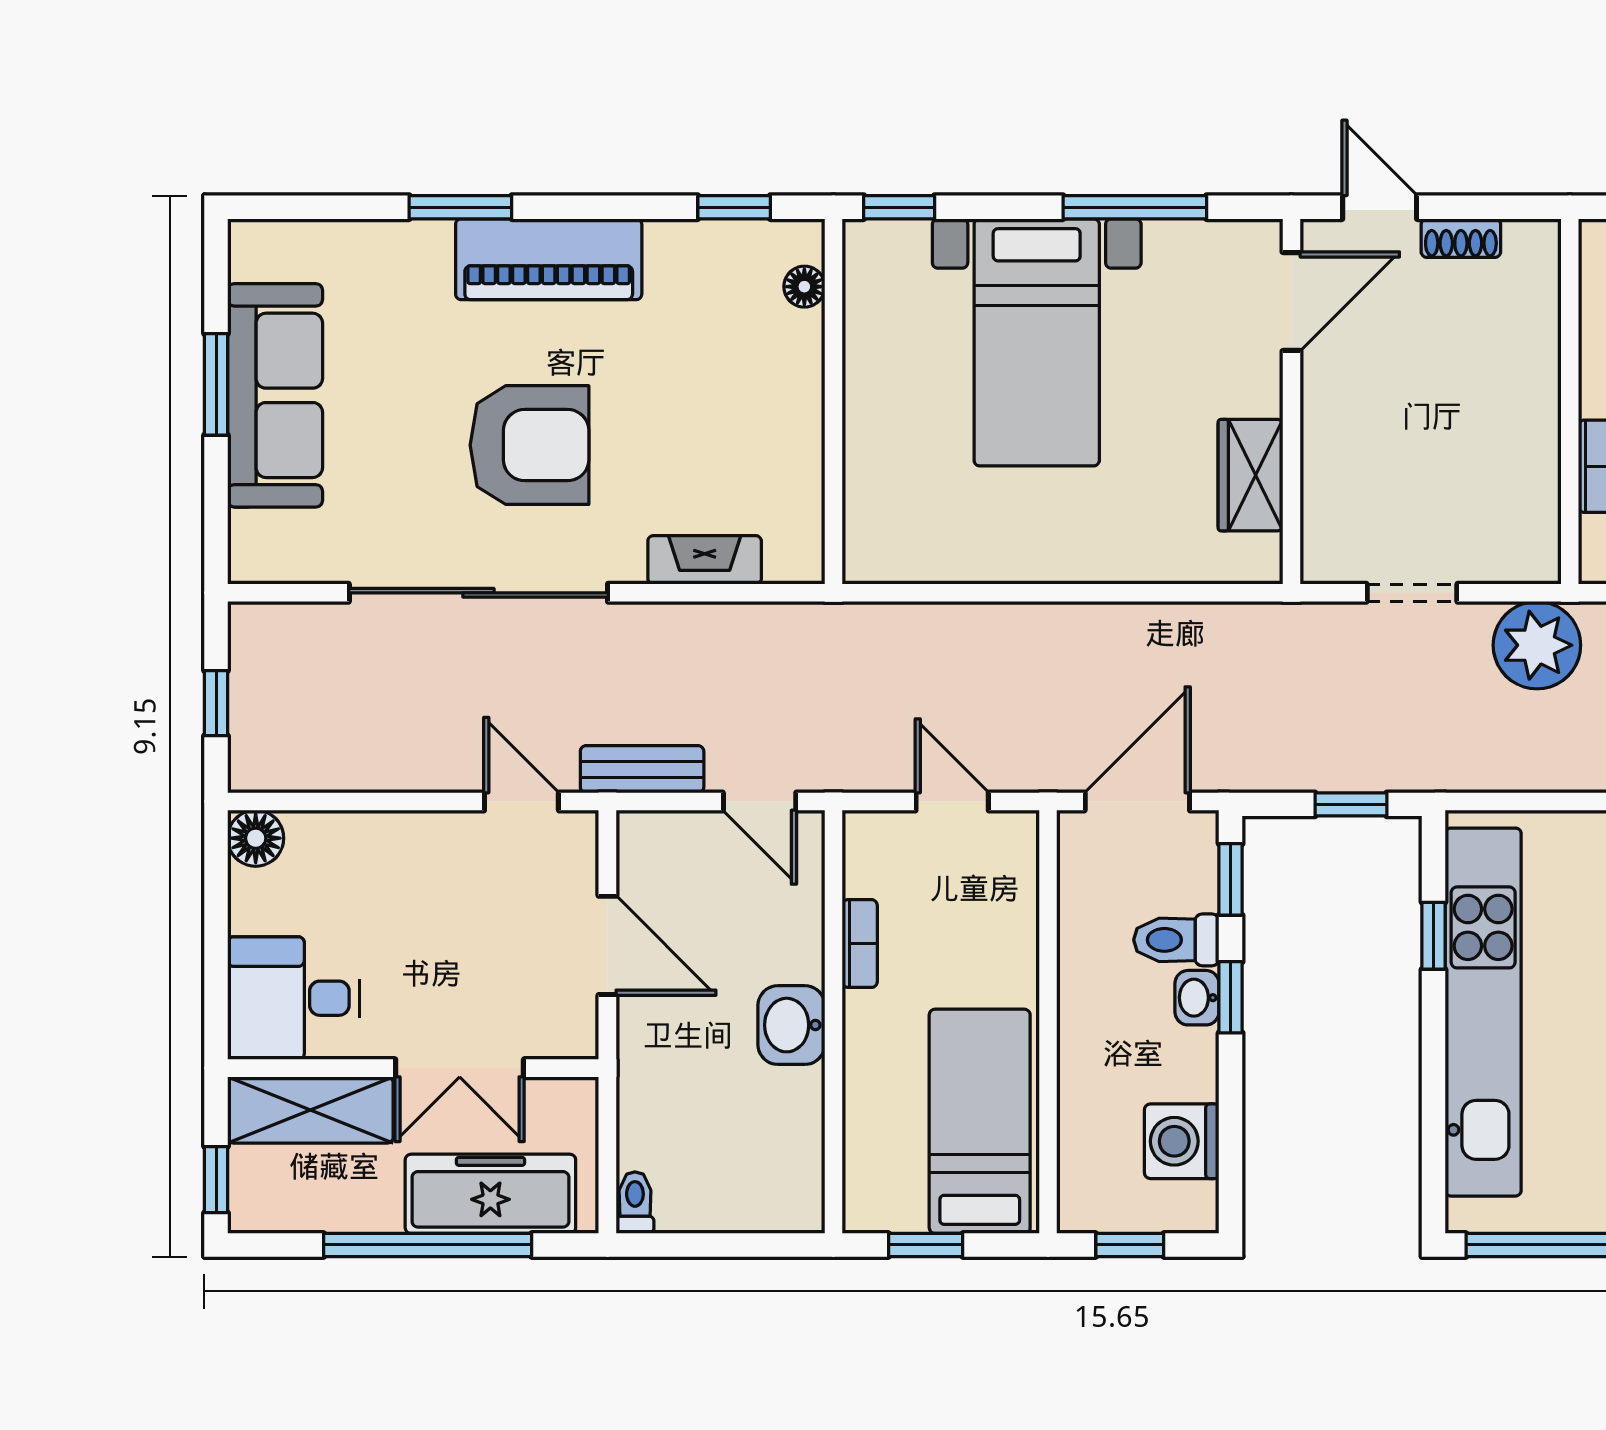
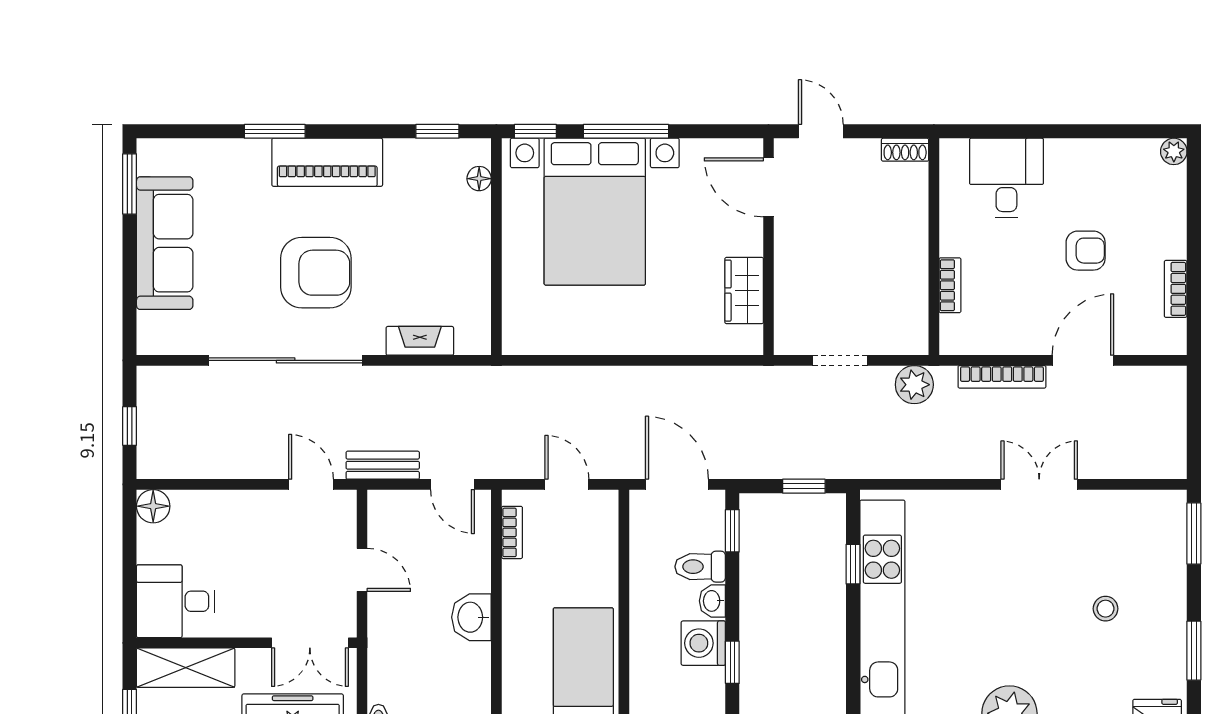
window: (1135, 207) -> (626, 131), moved
shoe rack: (1461, 238) -> (905, 150), moved
door: (1291, 301) -> (769, 187), swing flipped
bed with nightstands: (1037, 342) -> (595, 212), width x1.36
window: (216, 384) -> (130, 184), moved
plant: (1537, 645) -> (914, 385), width x0.73, depth x0.73
door: (1137, 801) -> (677, 484), hinge flipped
bookcase: (860, 944) -> (512, 532), moved
door: (607, 945) -> (362, 570), width x0.73
window: (1231, 997) -> (732, 662), moved
double door: (460, 1068) -> (310, 643), moved
washing machine: (1182, 1141) -> (703, 643), moved

